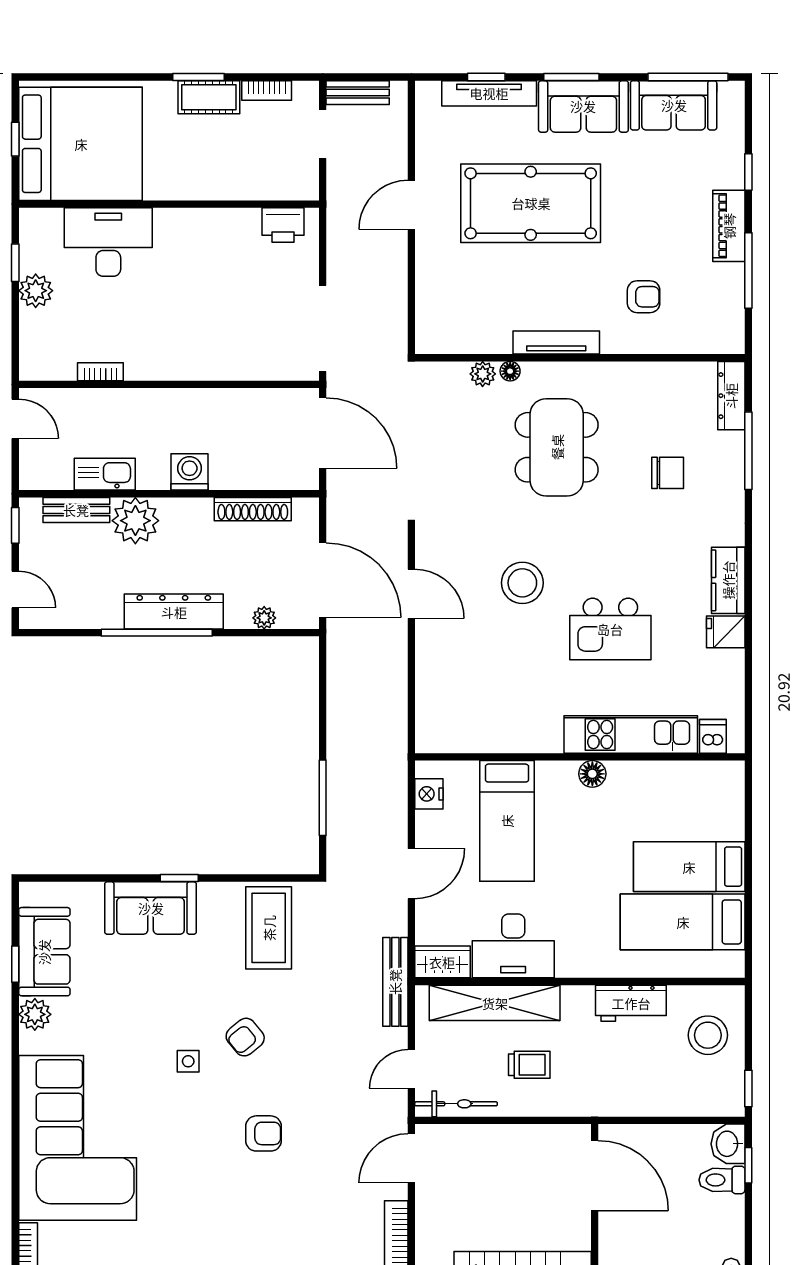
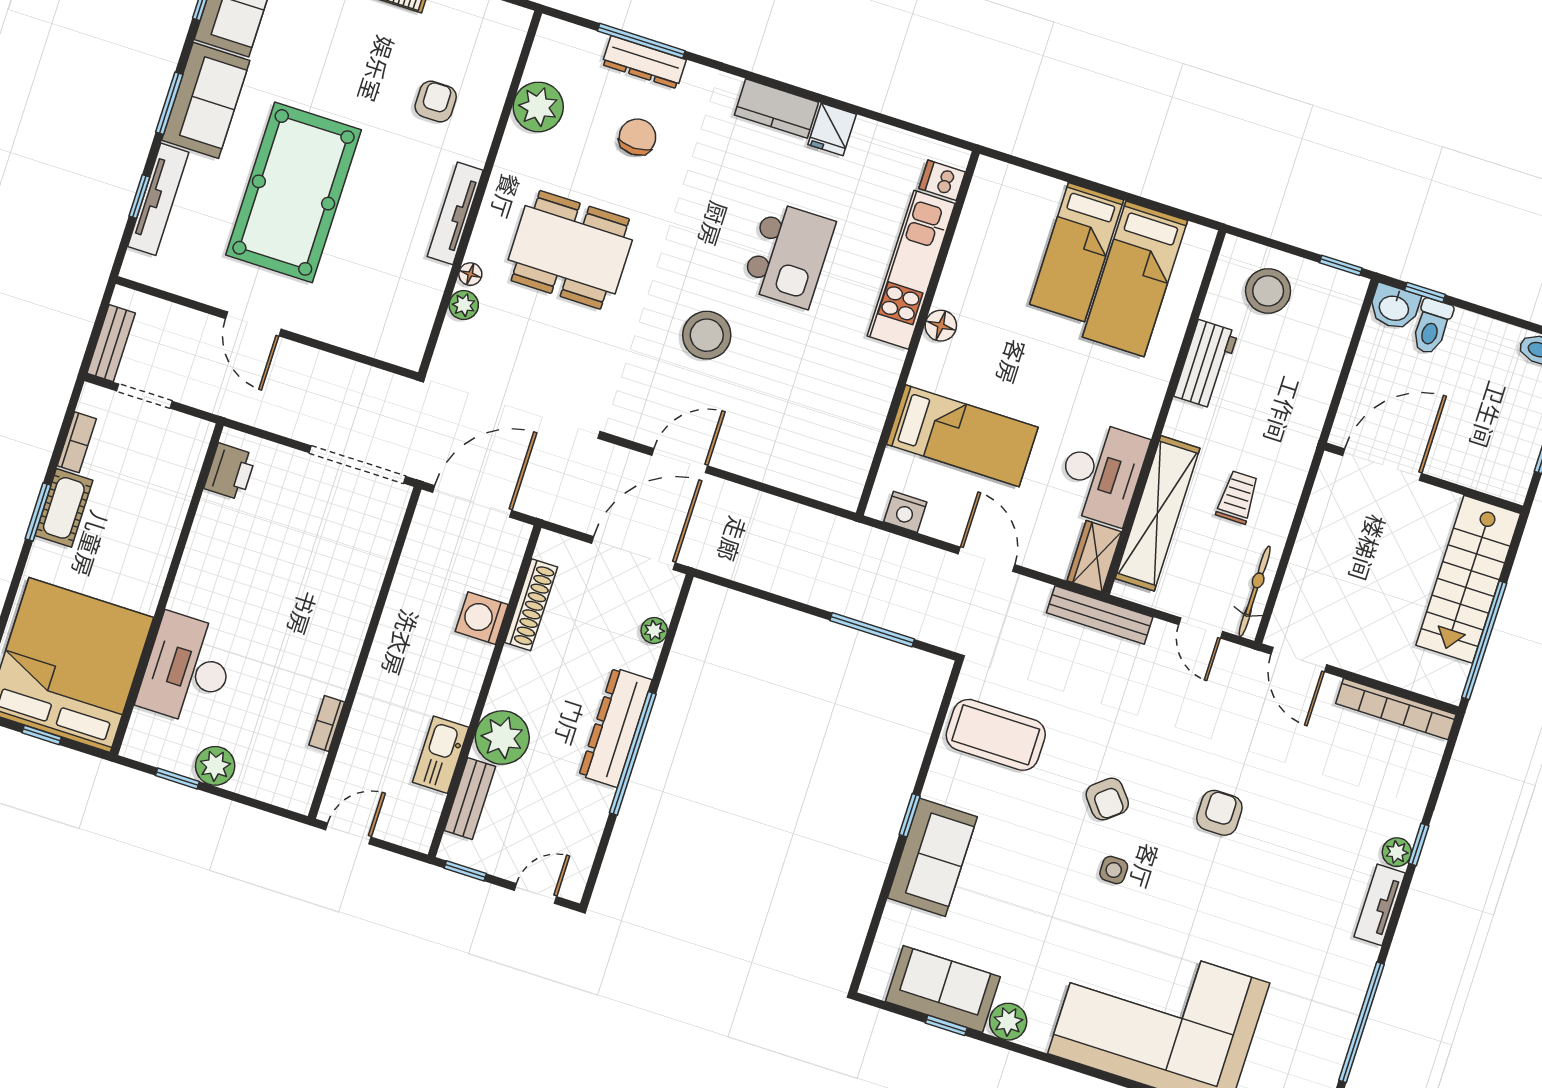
plant: (666, 383) -> (538, 107), added
dresser: (731, 396) -> (644, 62), moved
washing machine: (190, 472) -> (482, 618), moved

